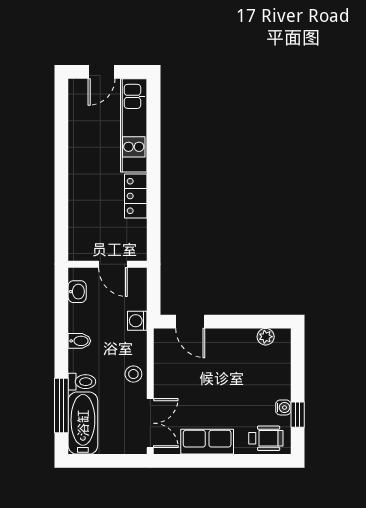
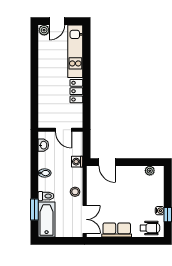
plant: (79, 88) -> (44, 30), added
window: (61, 406) -> (34, 210), width x0.69

